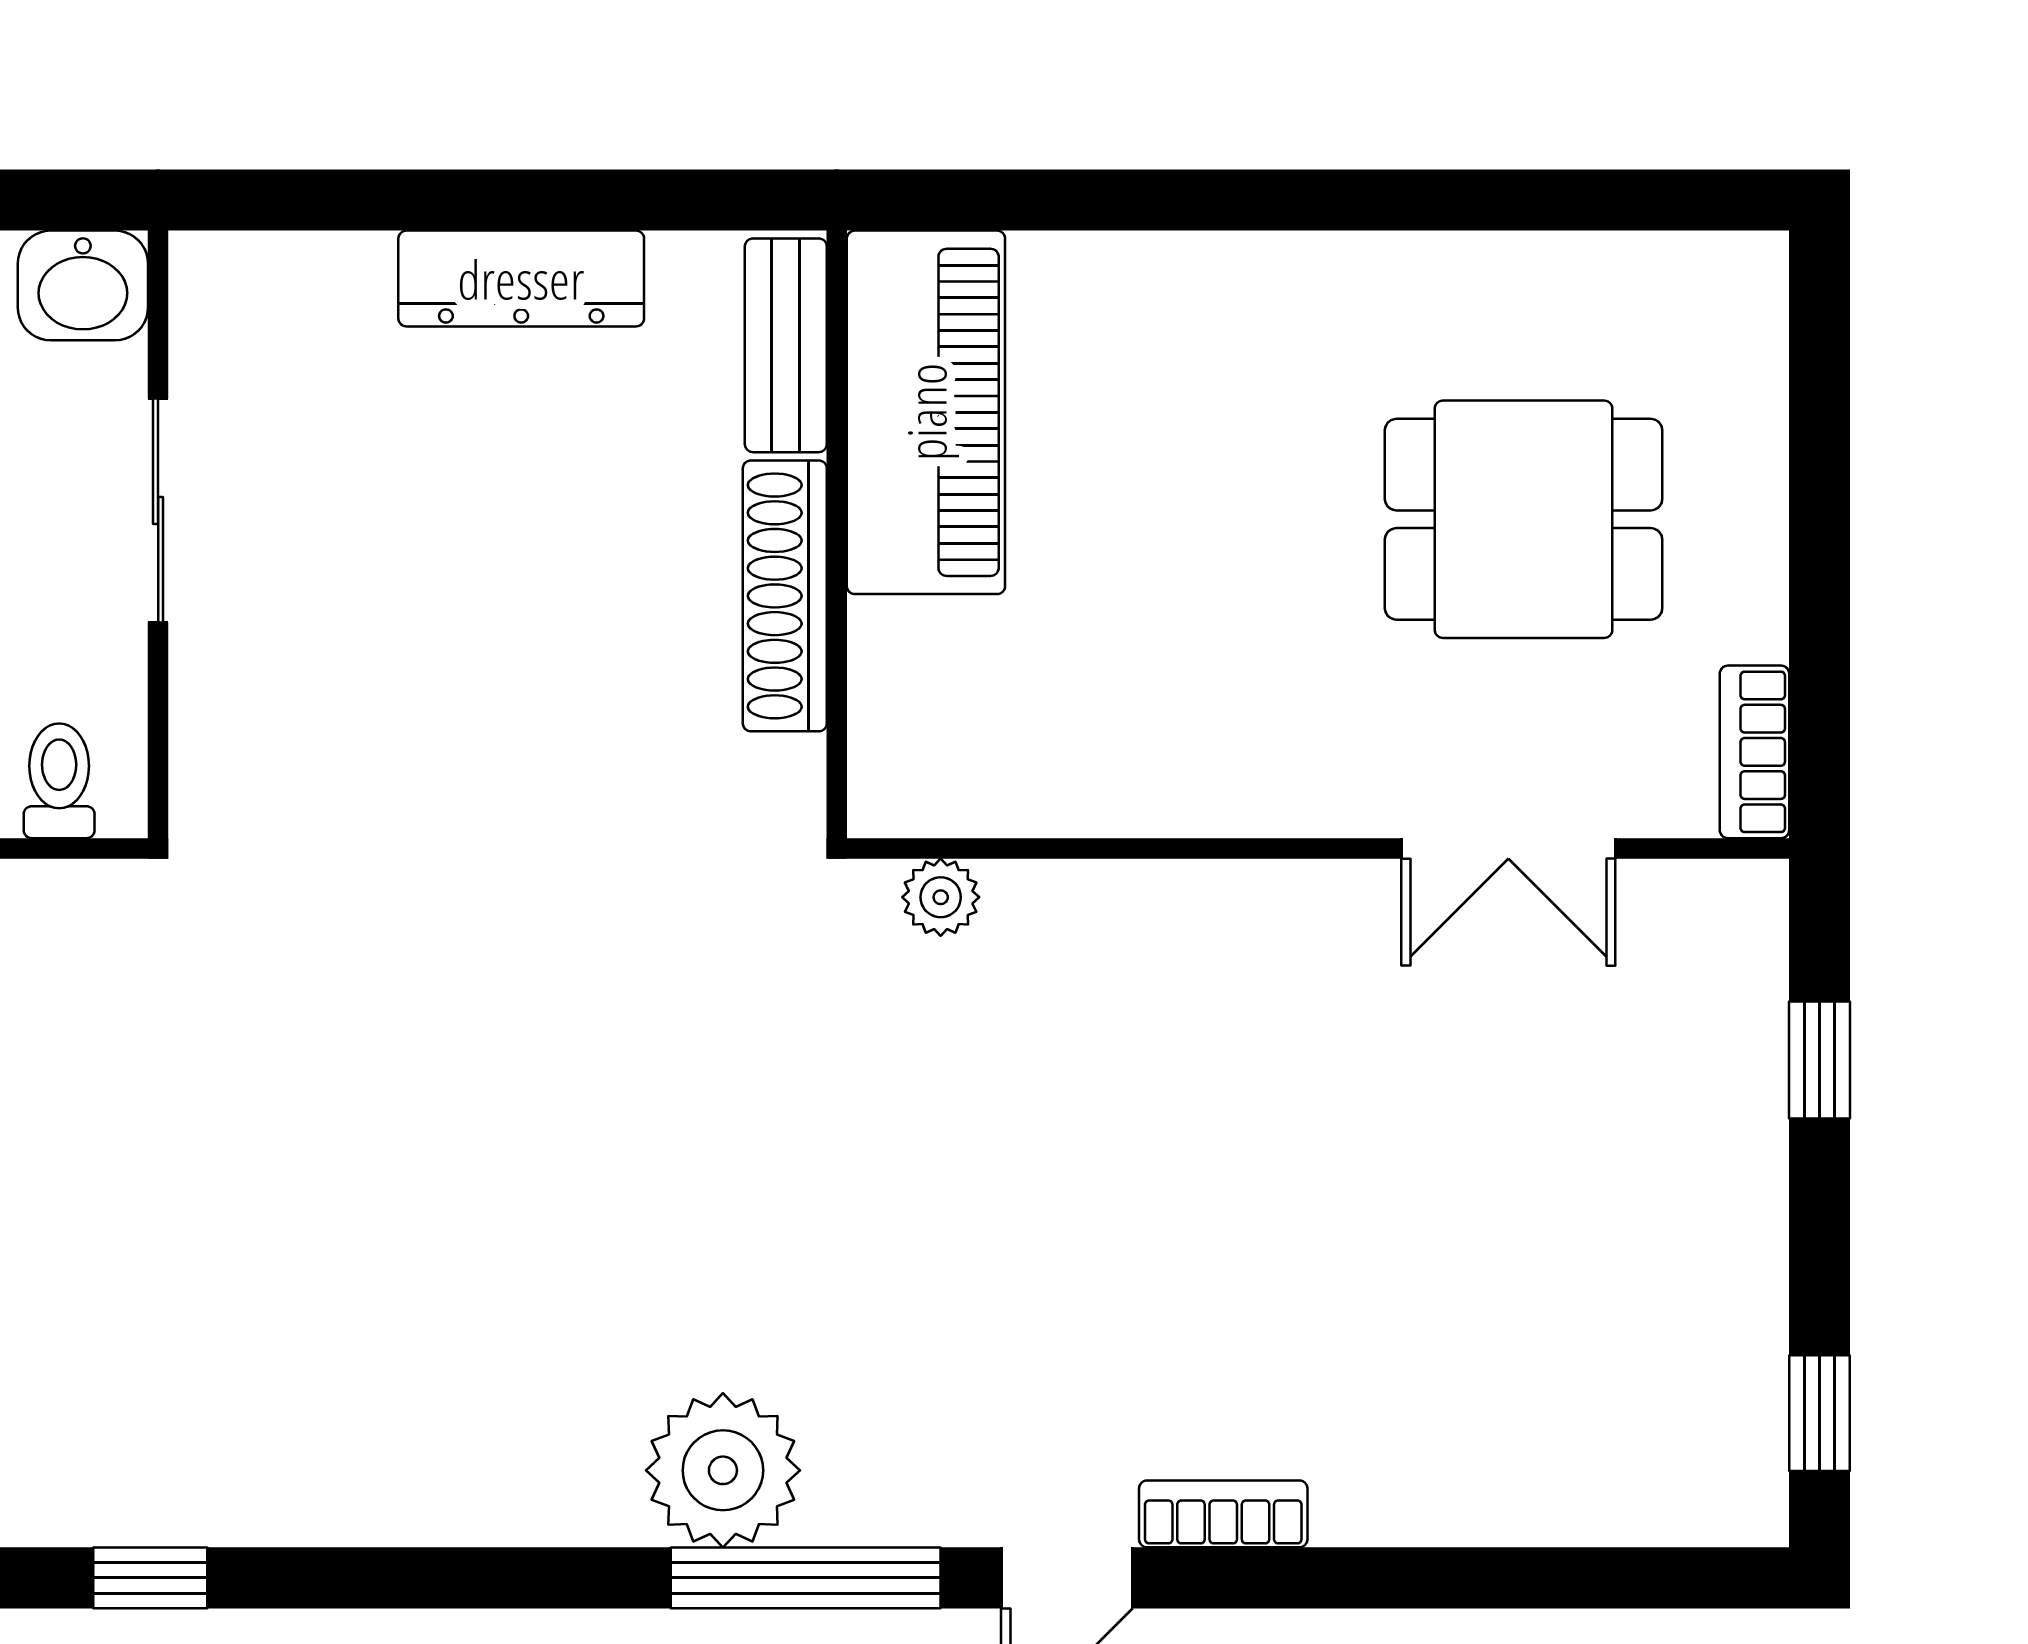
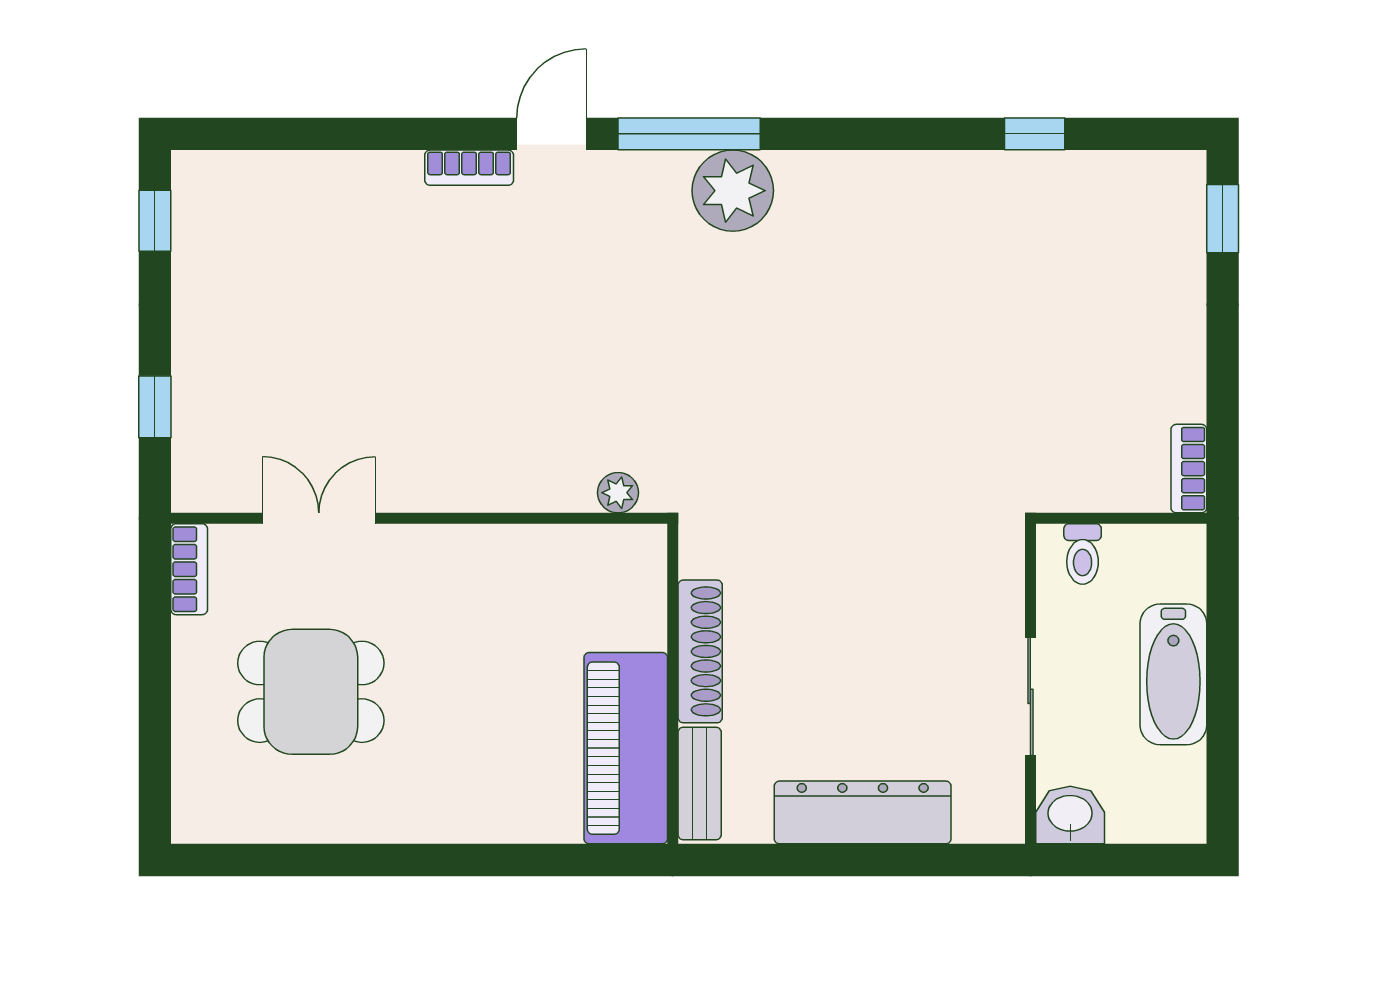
dresser: (521, 279) -> (863, 812), width x1.37, depth x1.24

